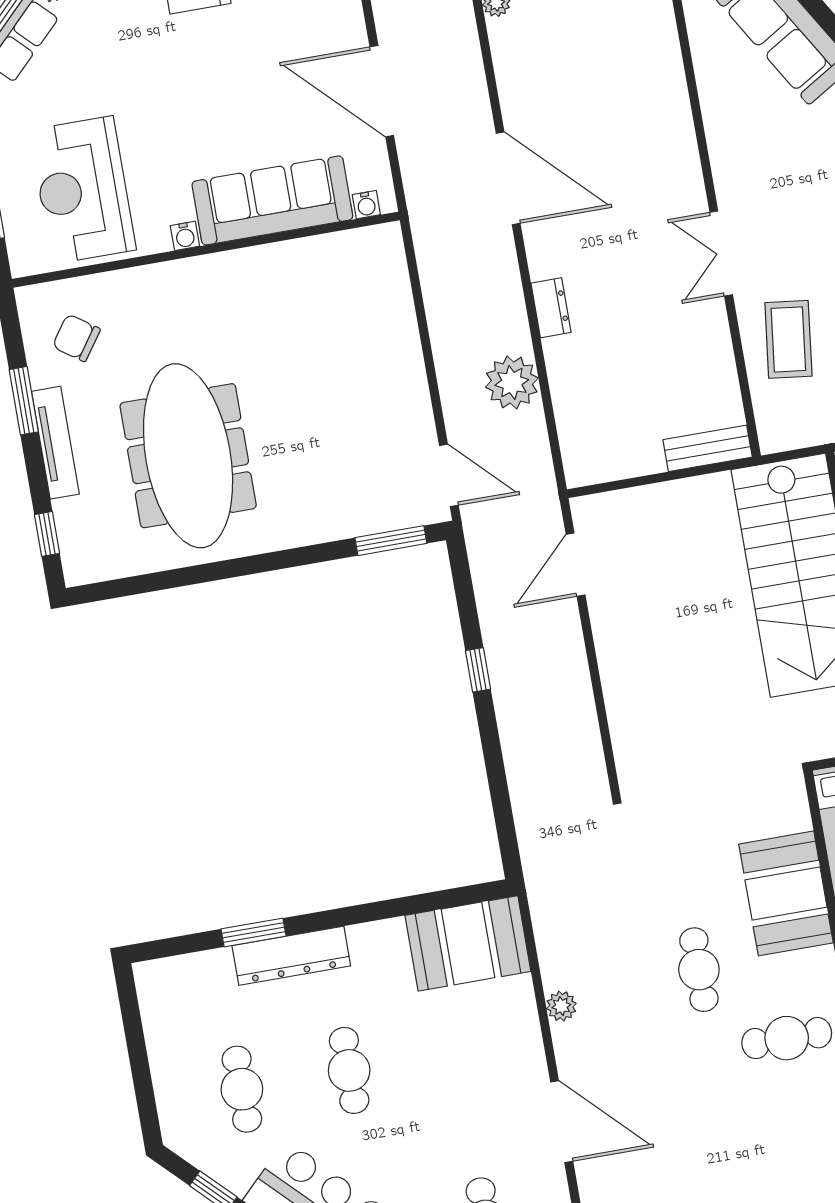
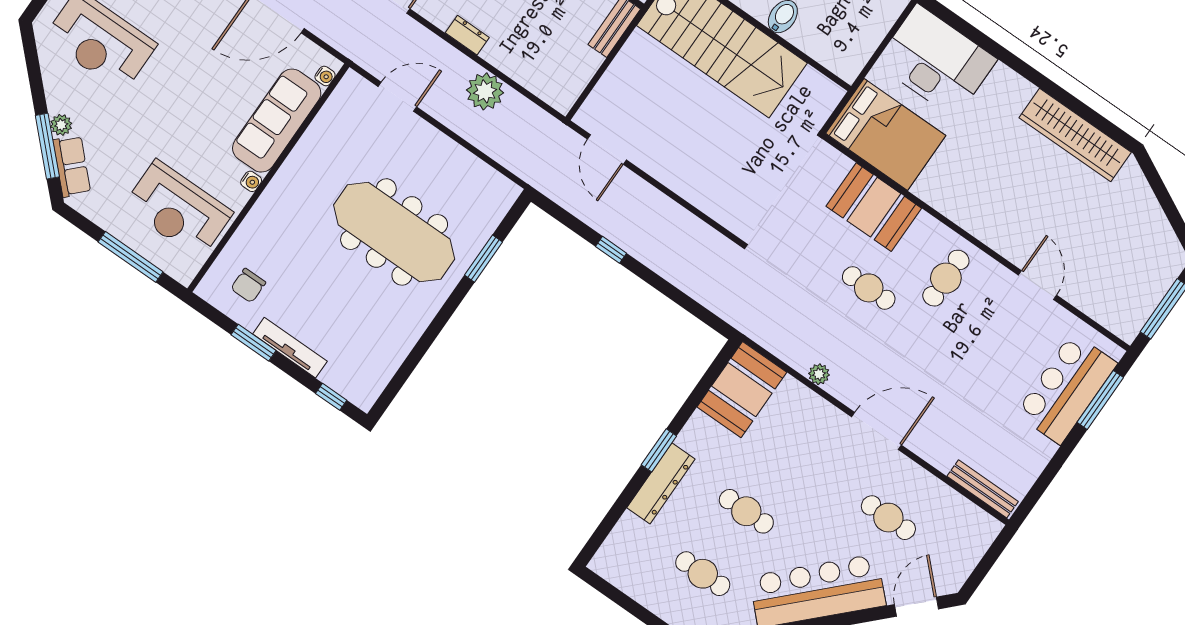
chair: (76, 338) -> (248, 286), turned -35
meeting table: (188, 456) -> (394, 232), moved
door: (449, 475) -> (397, 97), moved
window: (391, 541) -> (483, 259), moved
window: (254, 933) -> (659, 450), moved

